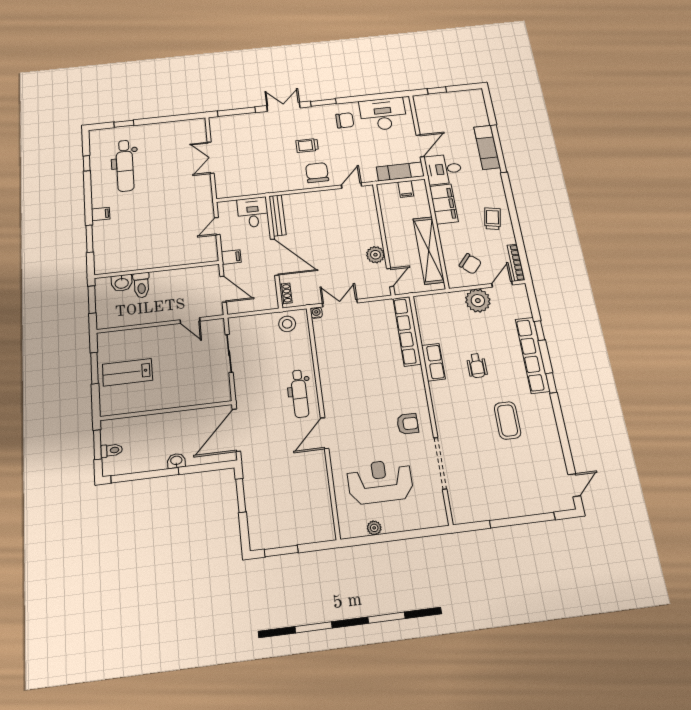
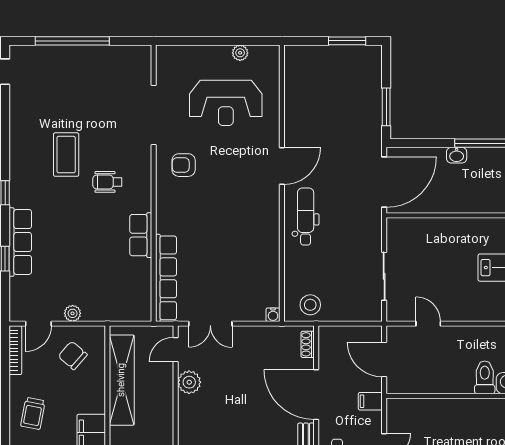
plant: (478, 301) -> (73, 313), width x0.53, depth x0.53
double door: (340, 303) -> (210, 324), moved
row of seats: (532, 355) -> (20, 242), width x0.73
wheelchair: (477, 366) -> (107, 182), moved, turned -90

